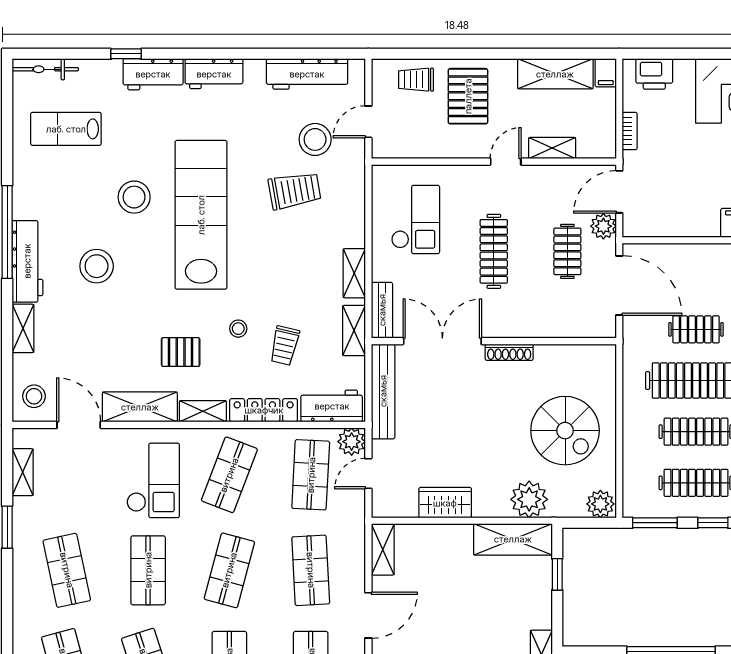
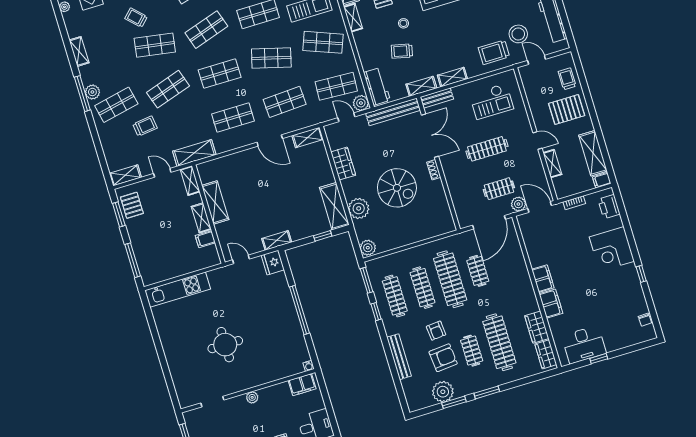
trolley: (295, 191) -> (494, 52), moved, turned 100
shoe rack: (509, 352) -> (434, 170), width x0.70
locker: (264, 410) -> (364, 50), removed
spiral stairs: (565, 431) -> (397, 188), moved, turned -90

